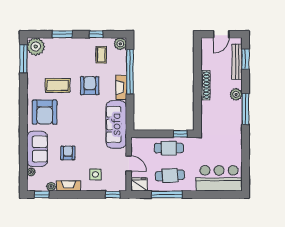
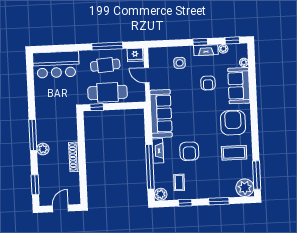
bench: (237, 62) -> (43, 182), removed
coffee table: (58, 85) -> (234, 153), moved
cafe table: (169, 148) -> (108, 92), width x1.37, depth x1.35
window: (113, 194) -> (200, 42), moved

